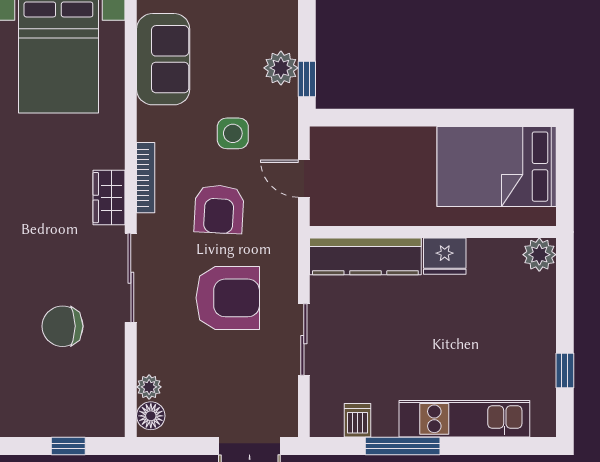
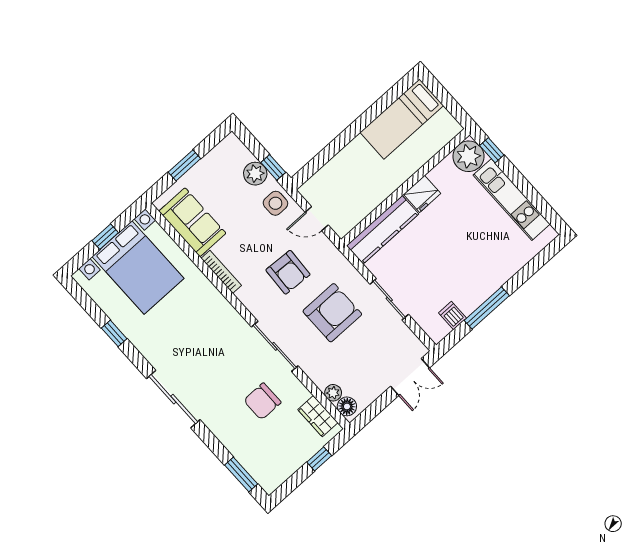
side table: (233, 133) -> (275, 203), moved
bed: (497, 167) -> (402, 119), width x0.67
bookcase: (146, 178) -> (221, 272), moved
wardrobe: (109, 198) -> (318, 416), moved
plant: (539, 255) -> (469, 156), width x1.36, depth x1.36
window: (565, 370) -> (492, 150), moved
kitchen unit: (464, 419) -> (512, 200), moved, turned -90

